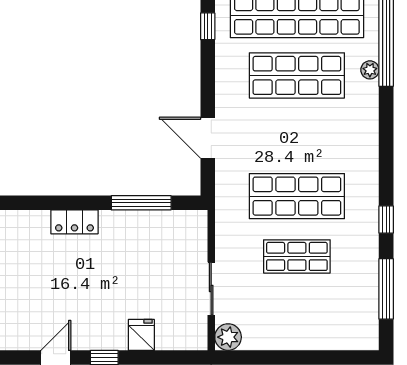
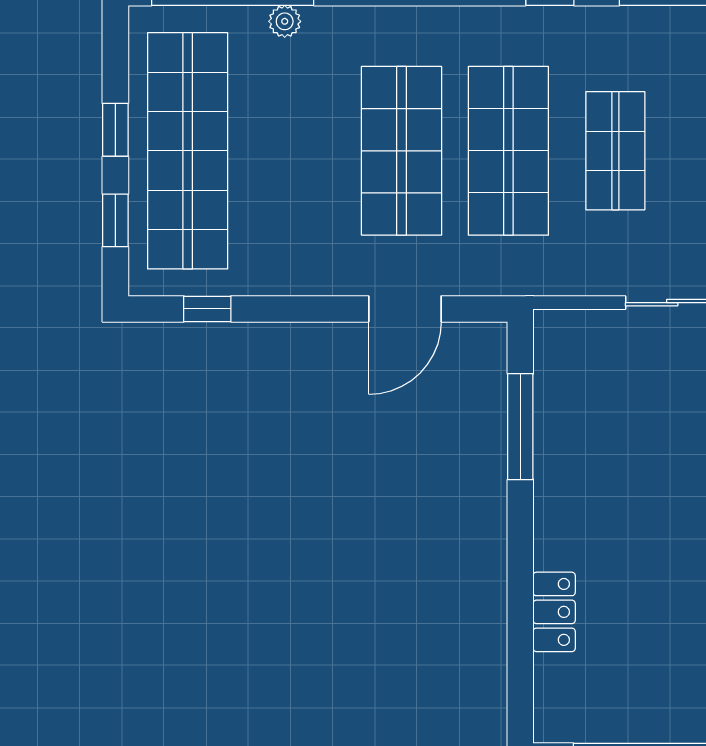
shop shelf: (297, 75) -> (401, 151), moved
locker: (74, 222) -> (554, 612), moved

